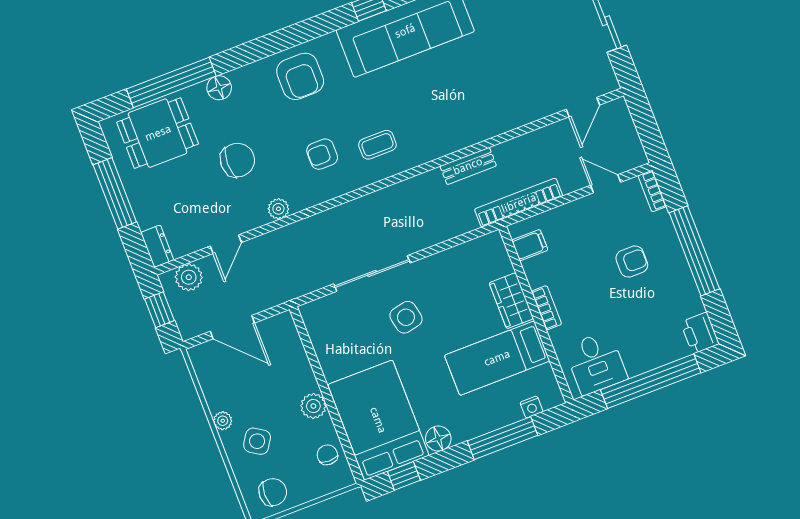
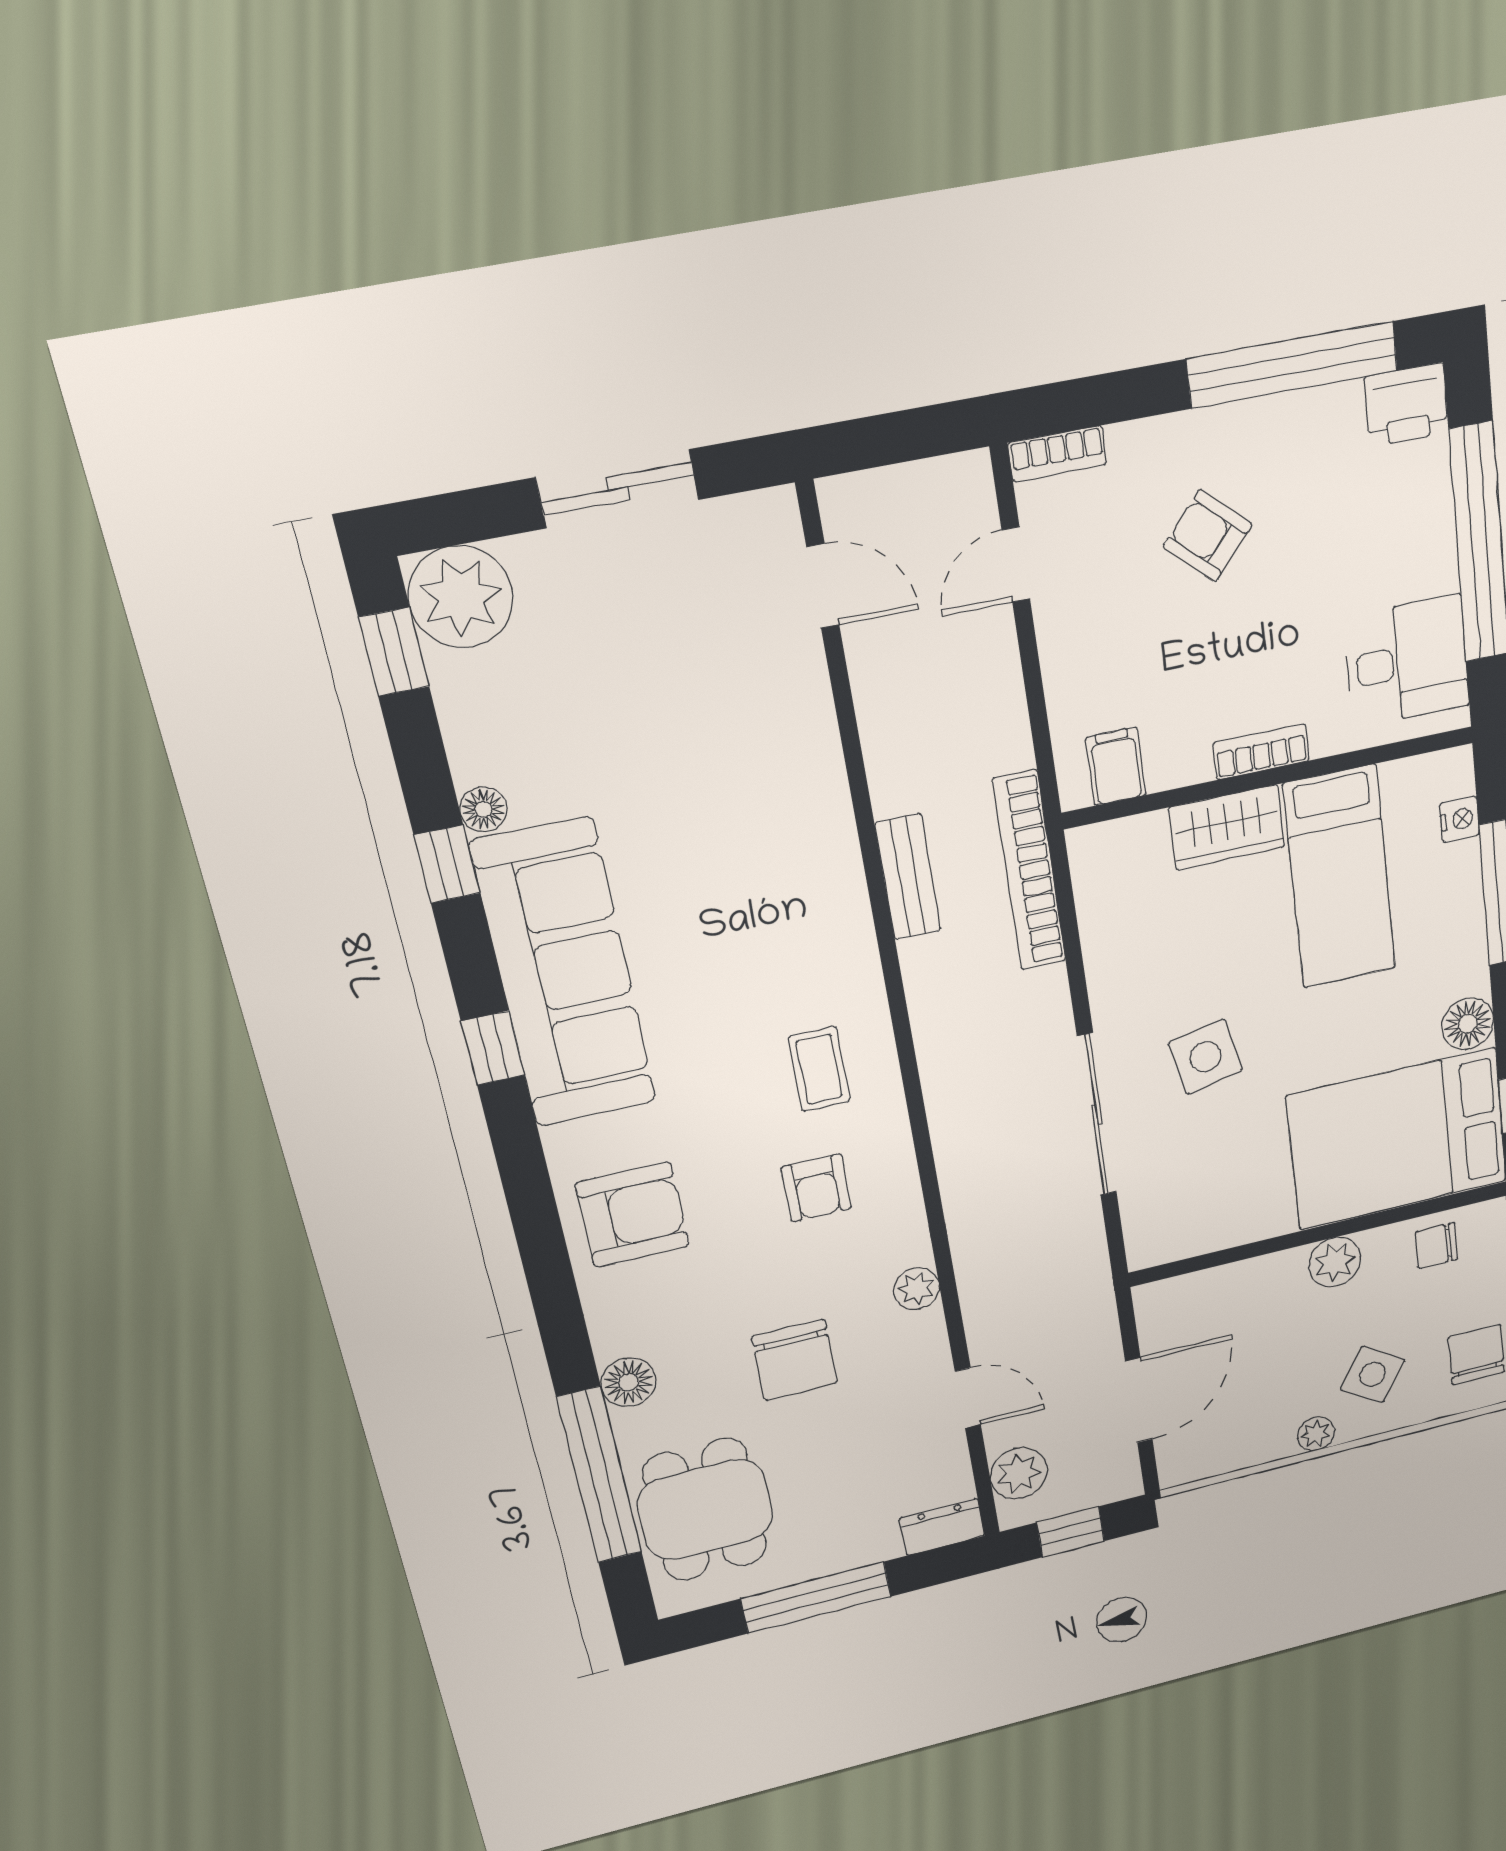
chair: (237, 160) -> (795, 1360), turned 180
bookcase: (519, 203) -> (1029, 871), moved
window: (694, 251) -> (1293, 365), moved
armchair: (632, 262) -> (1208, 536), turned -48

